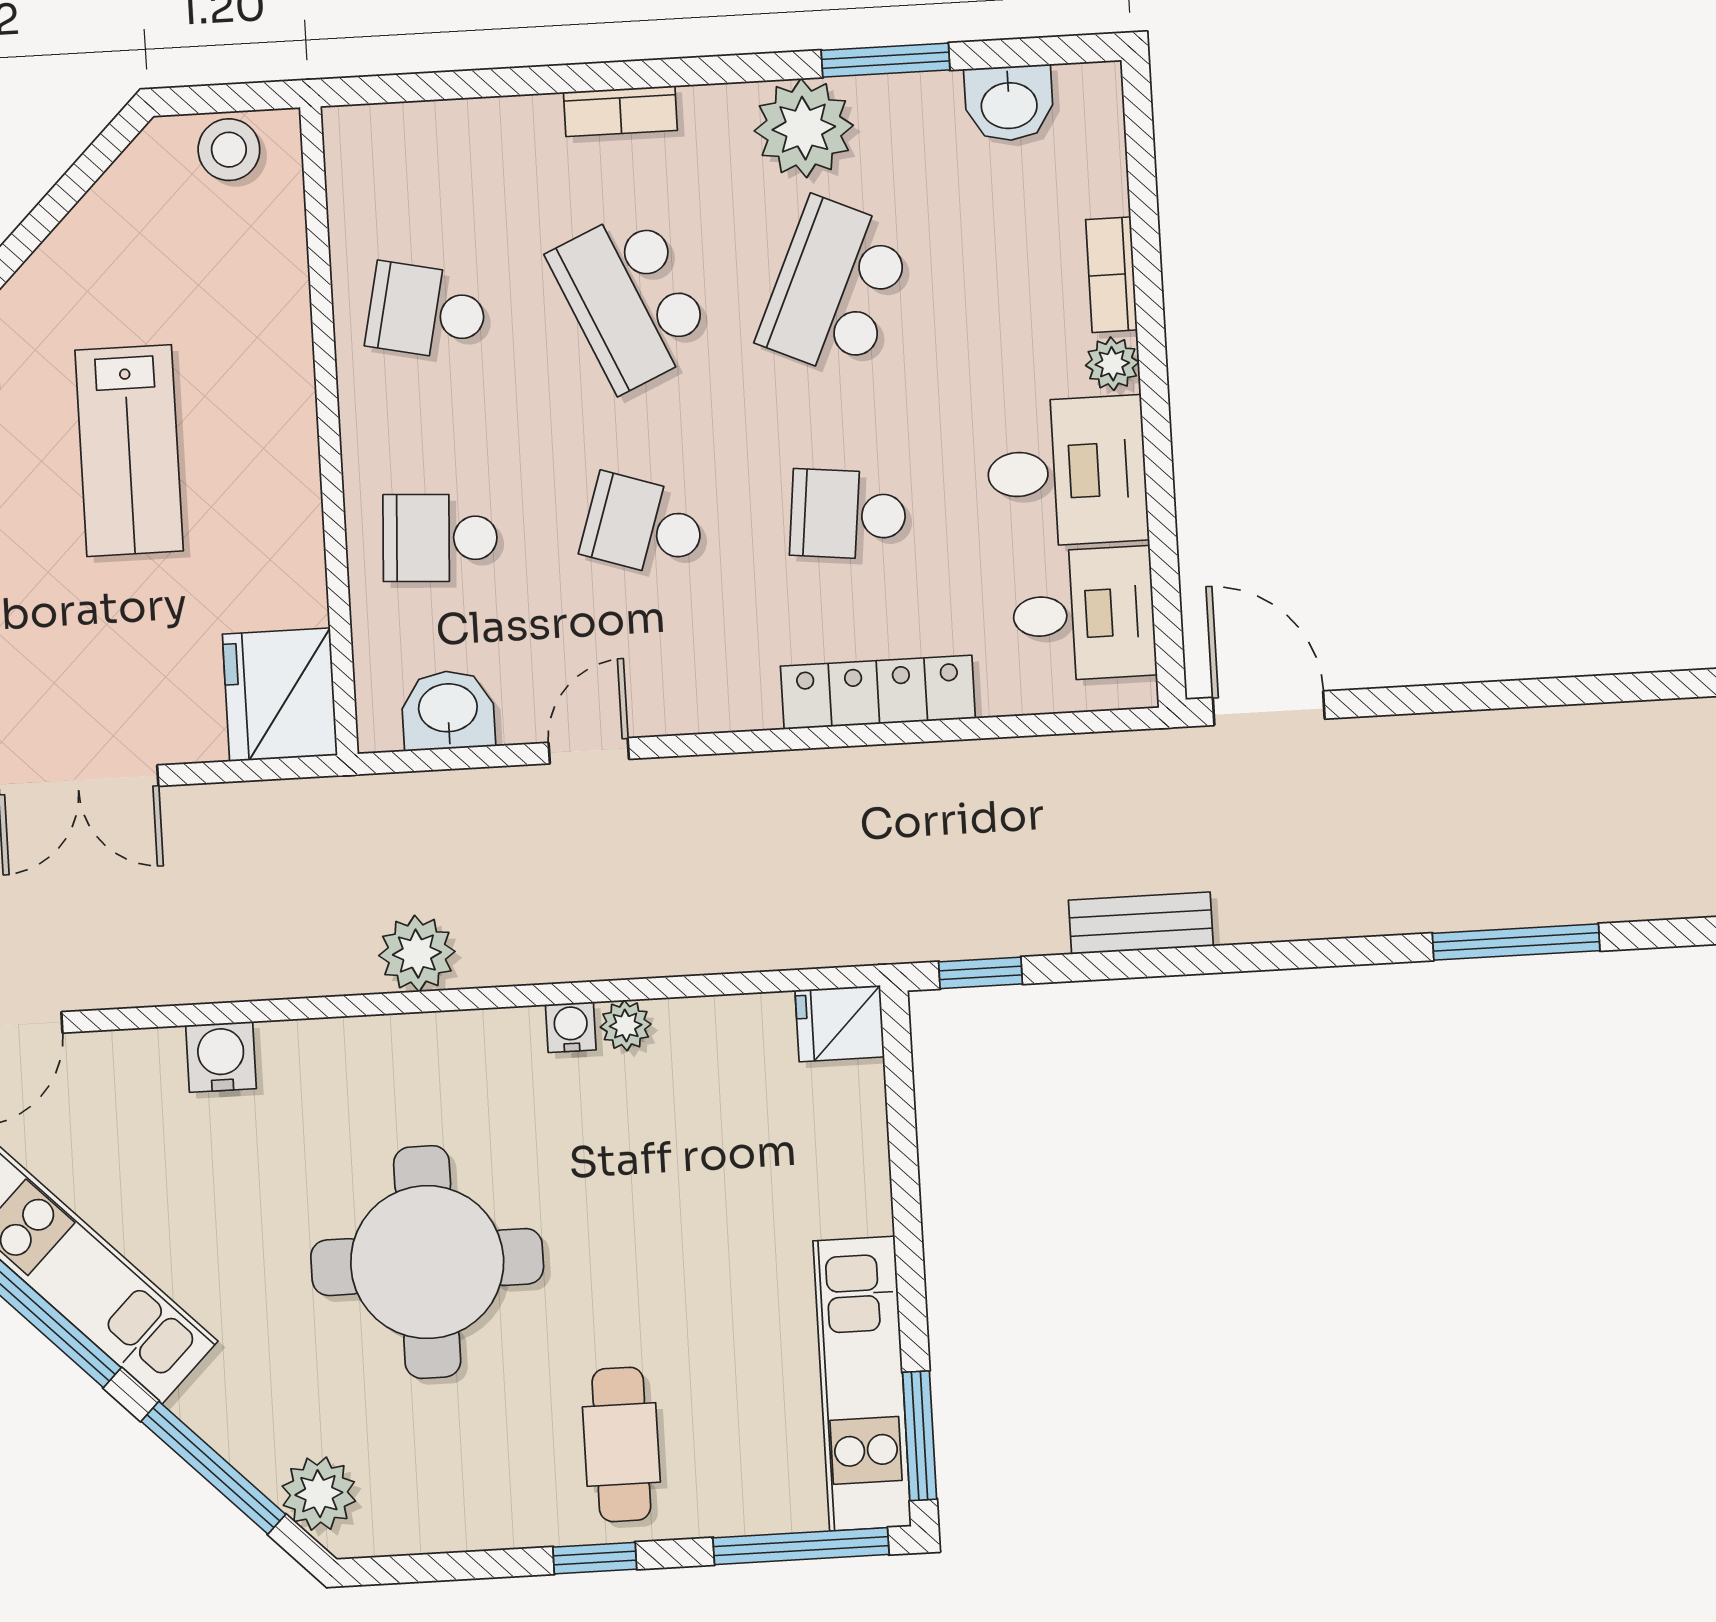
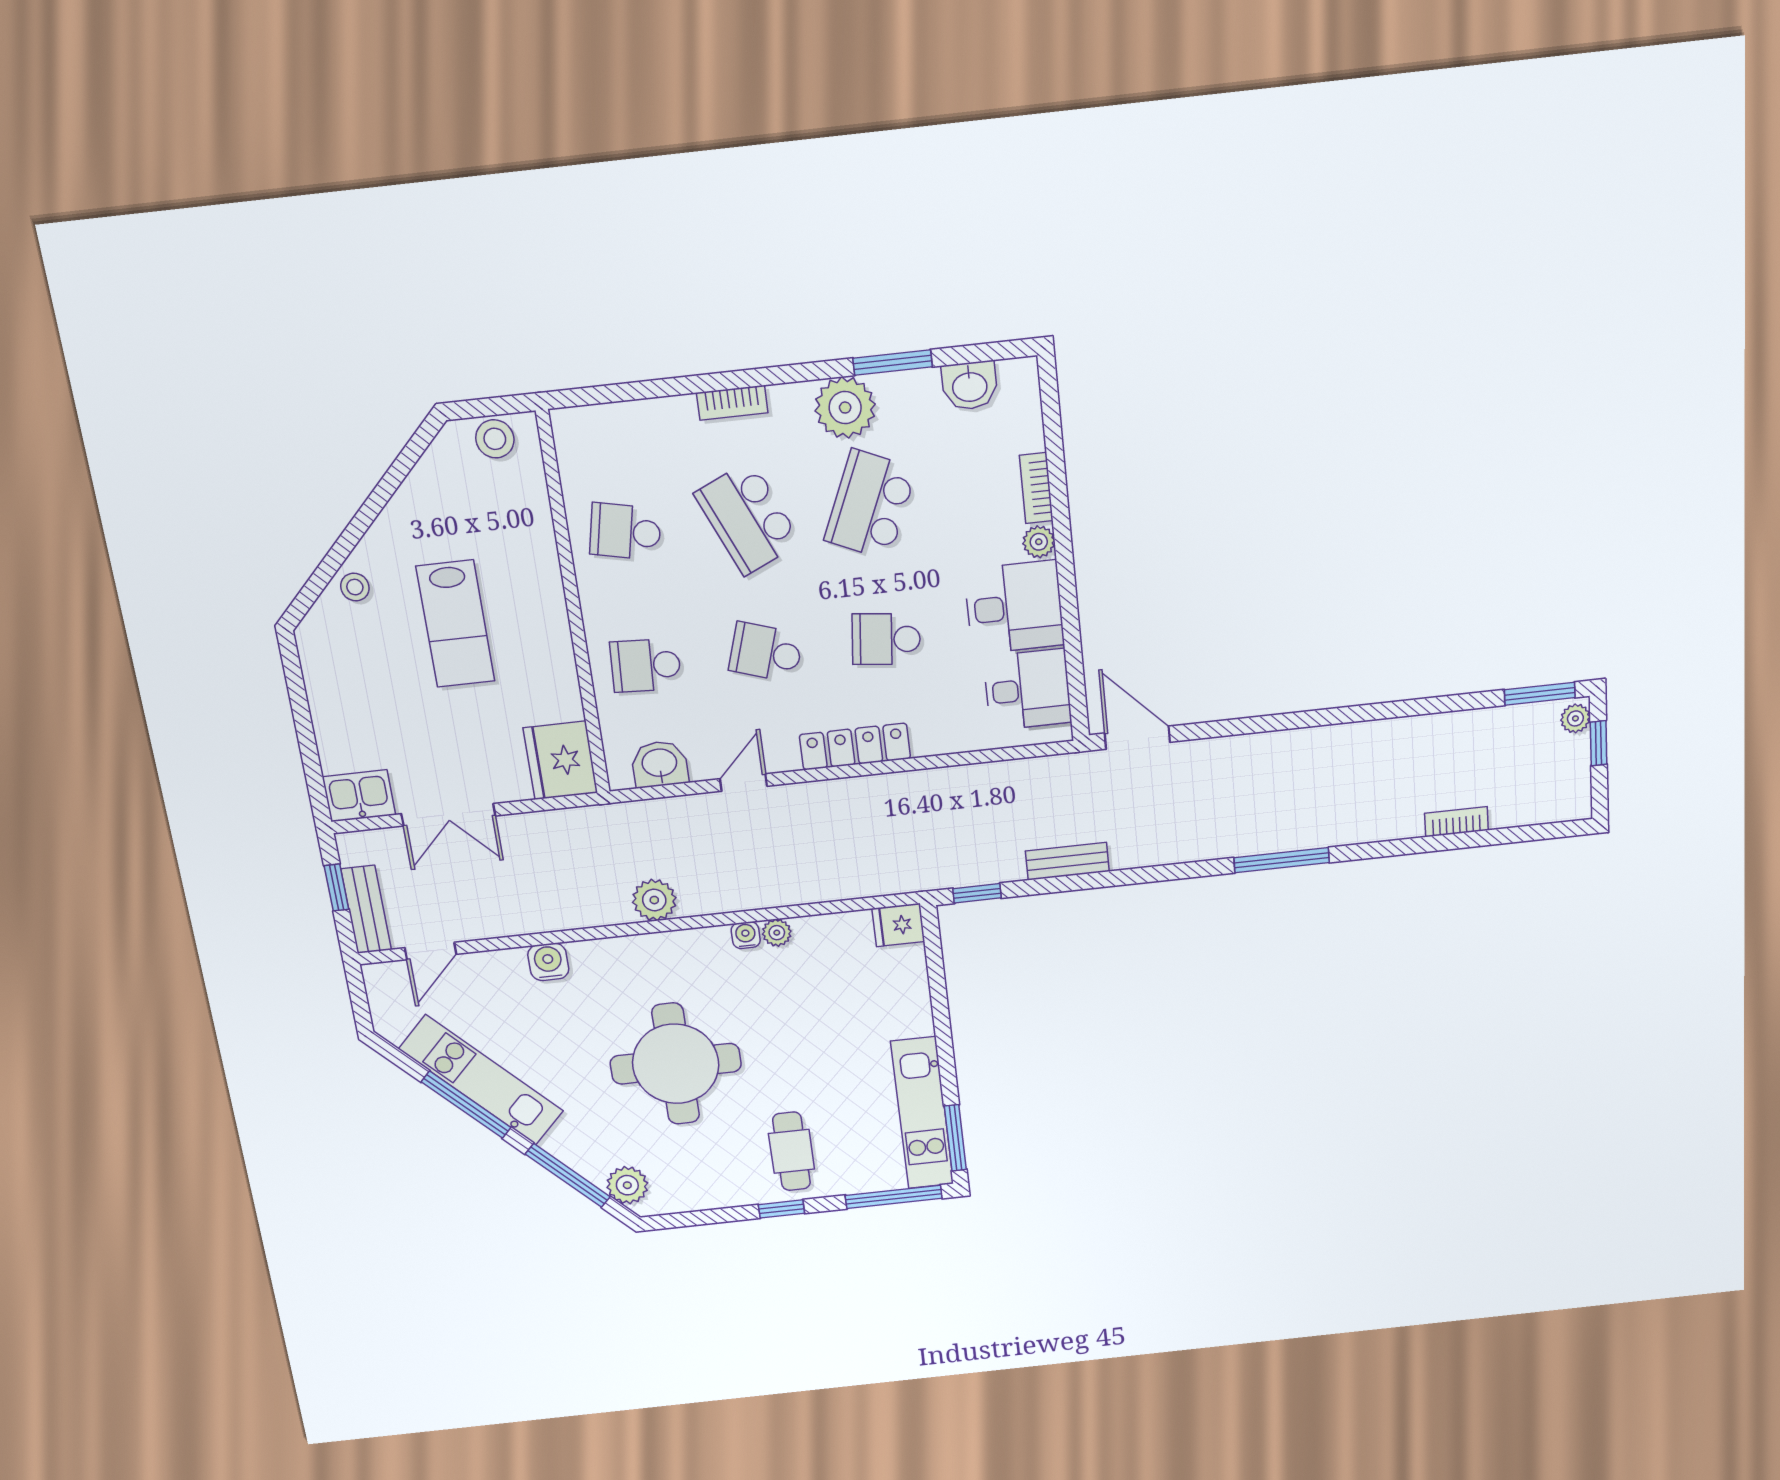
locker: (878, 692) -> (855, 747), moved

